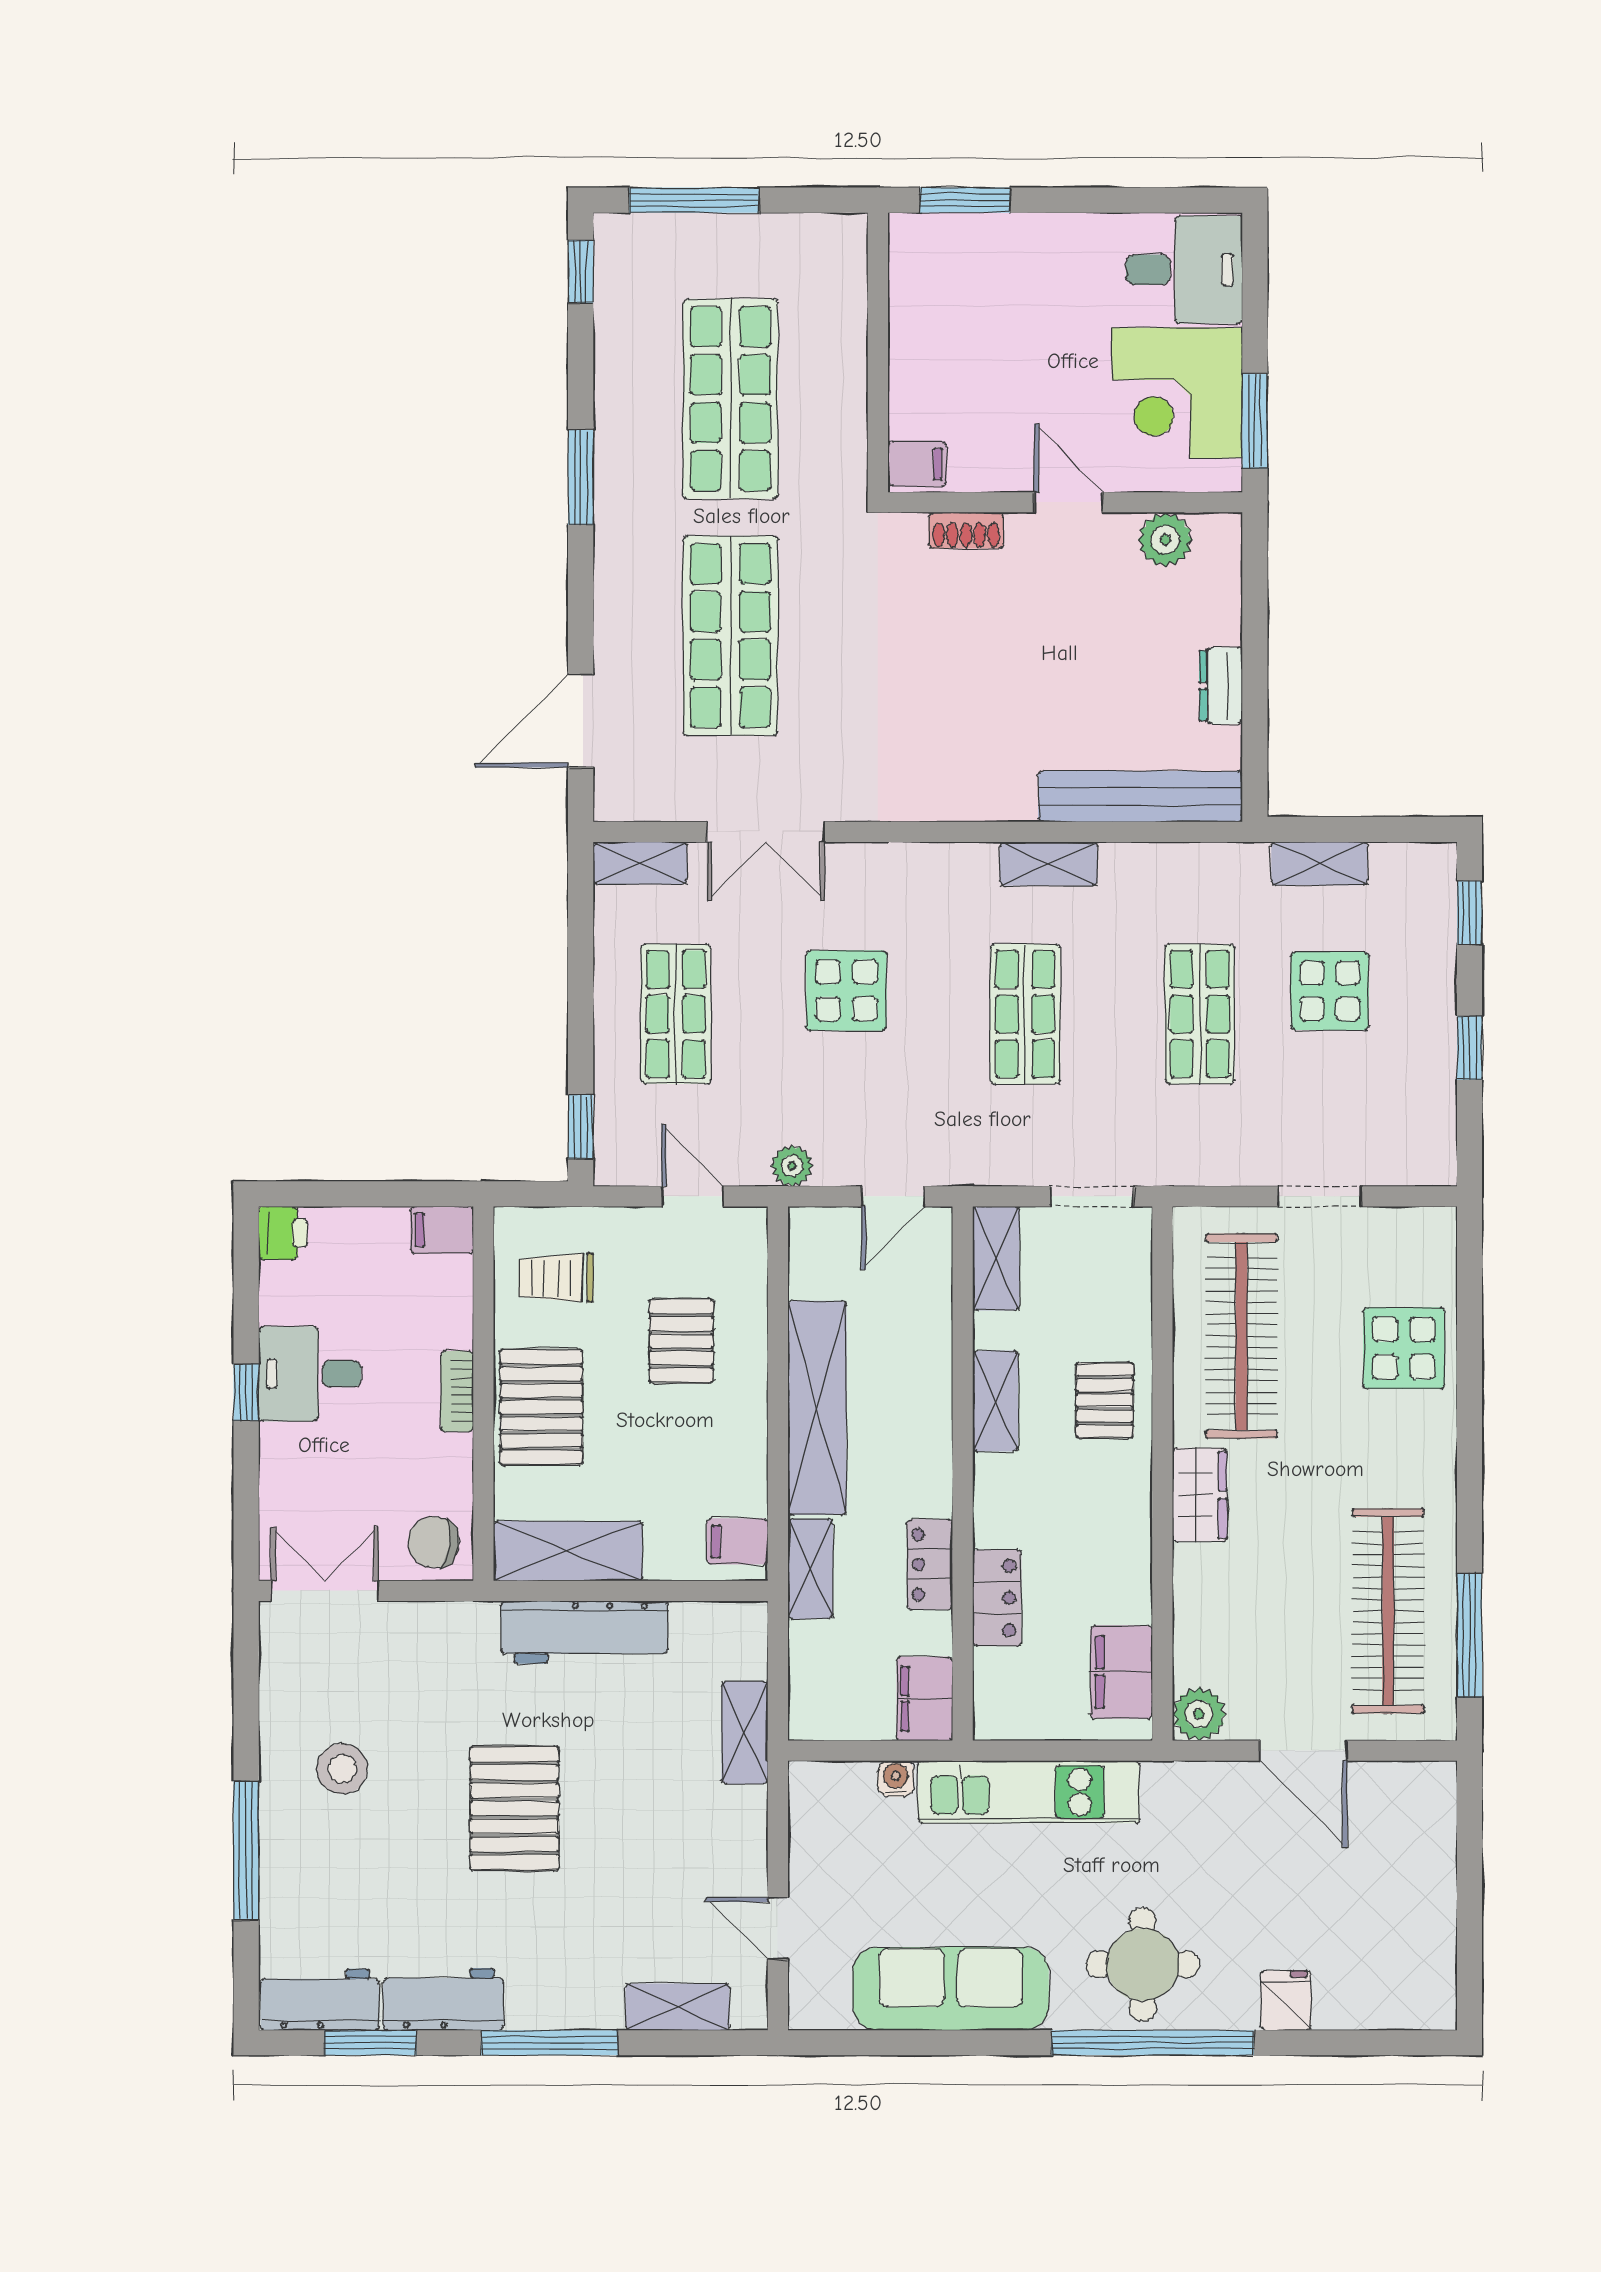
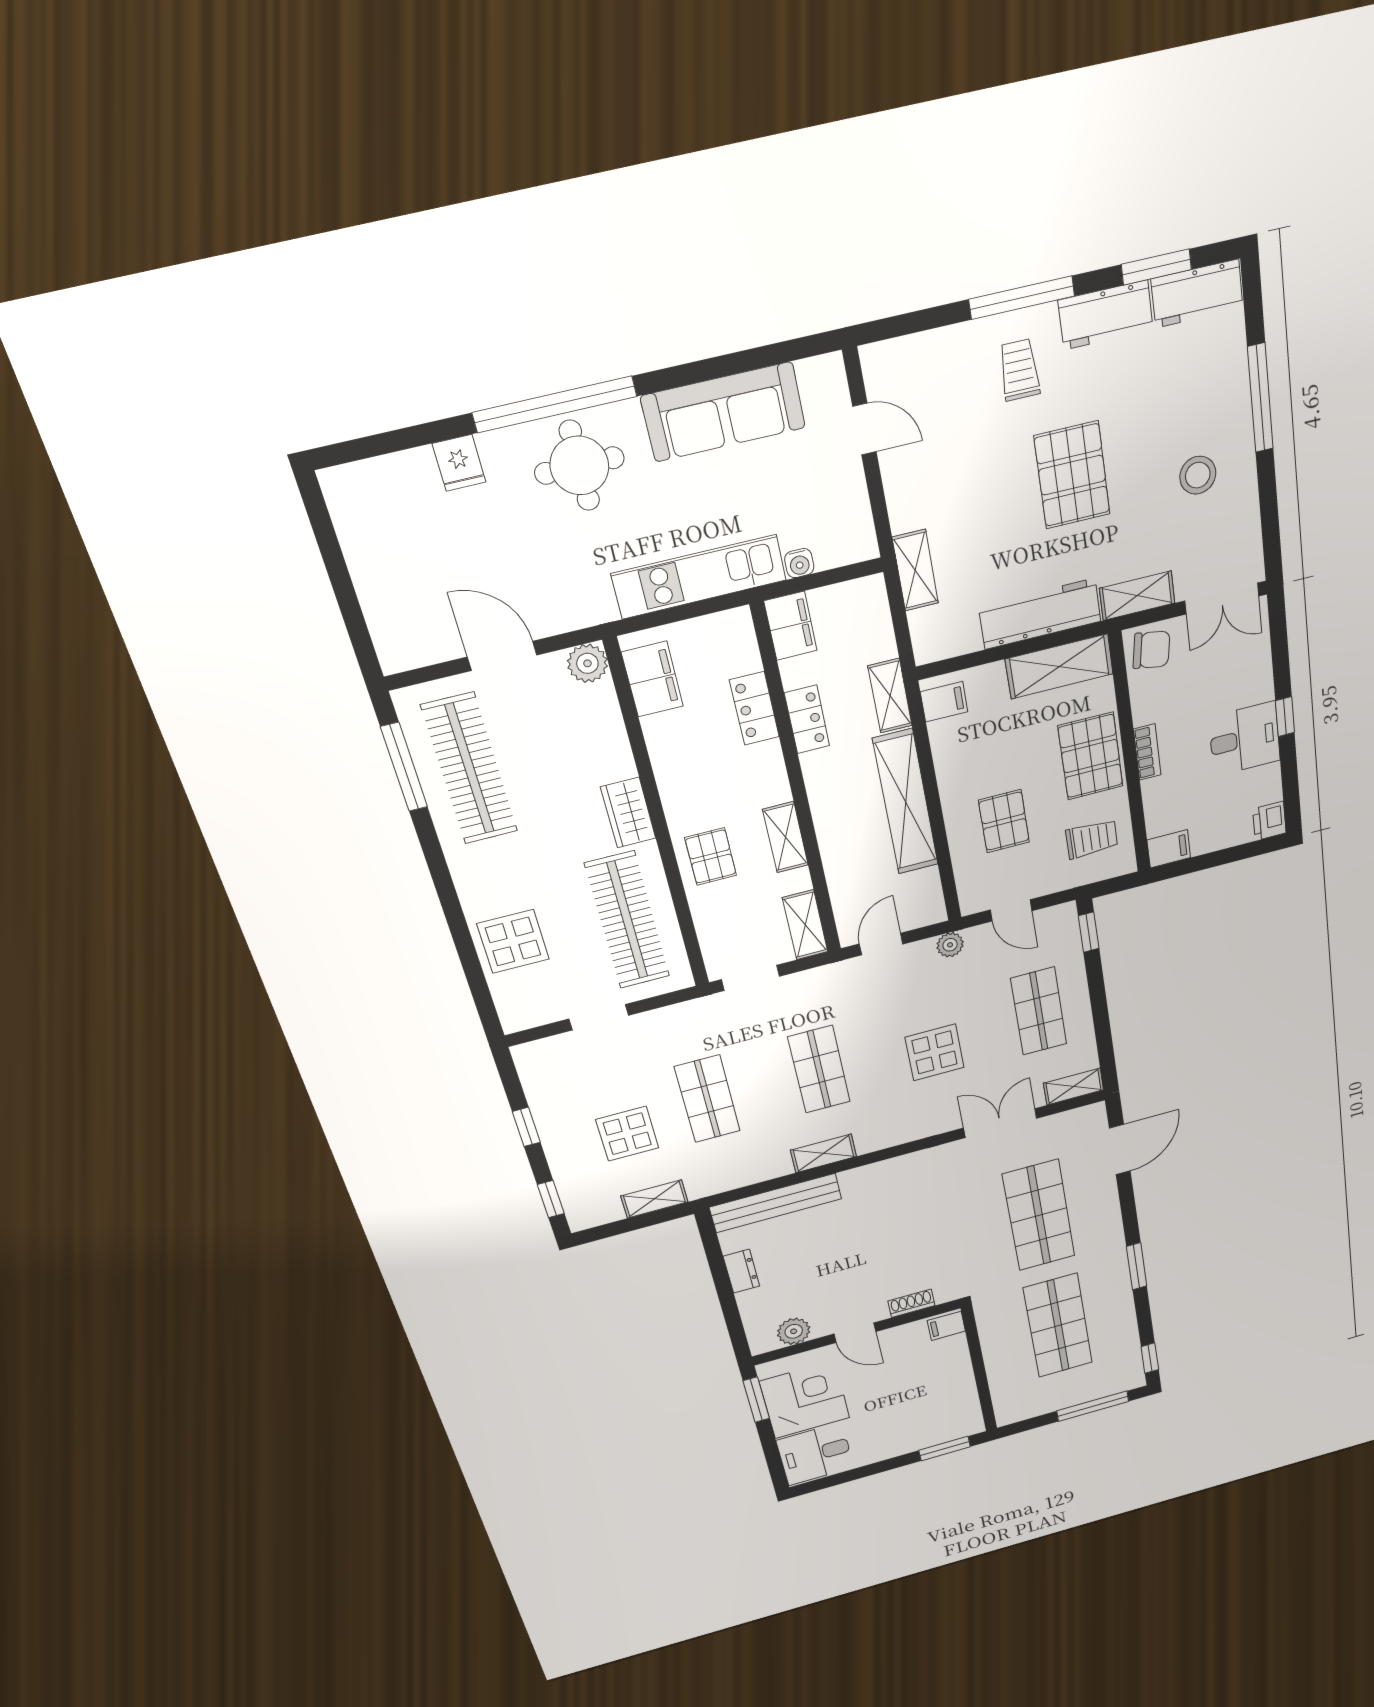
trolley: (566, 1957) -> (1019, 370), added
shelving: (678, 2007) -> (1137, 596), moved

